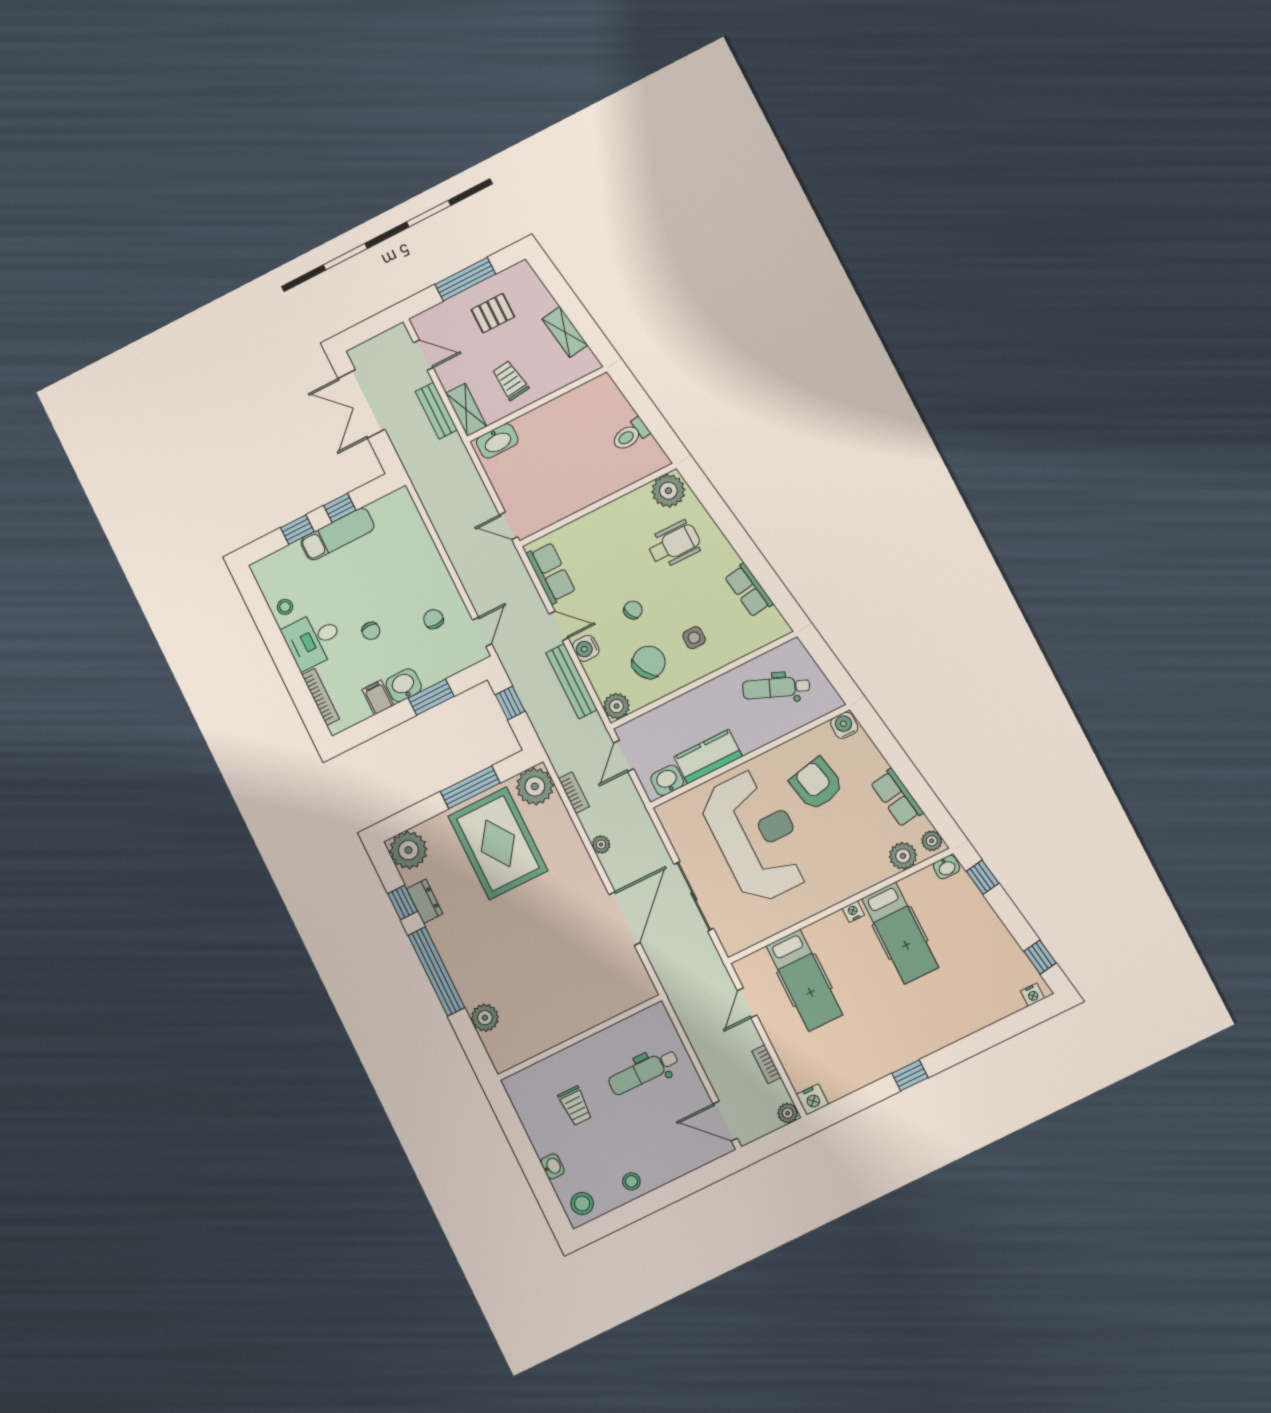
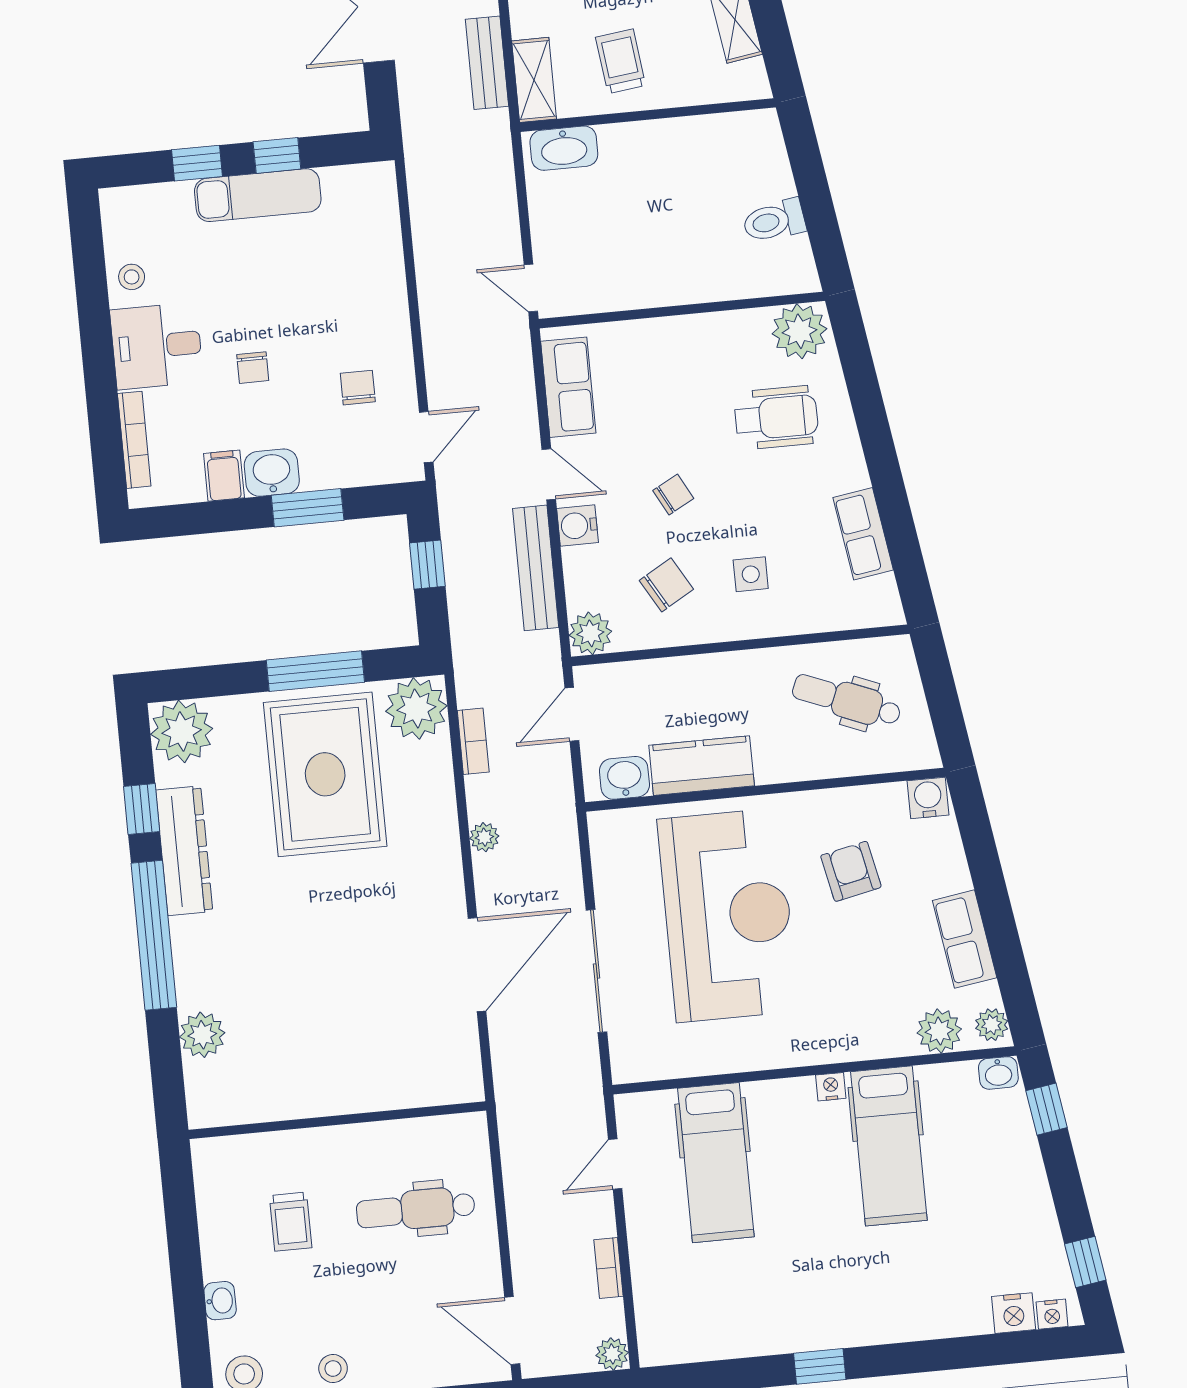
chair: (649, 662) -> (666, 585), width x0.73, depth x0.73
armchair: (817, 784) -> (851, 871), width x0.72, depth x0.72
dresser: (425, 901) -> (184, 851), width x1.96, depth x1.24
nightstand: (812, 1099) -> (1014, 1313), moved

